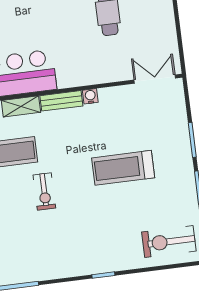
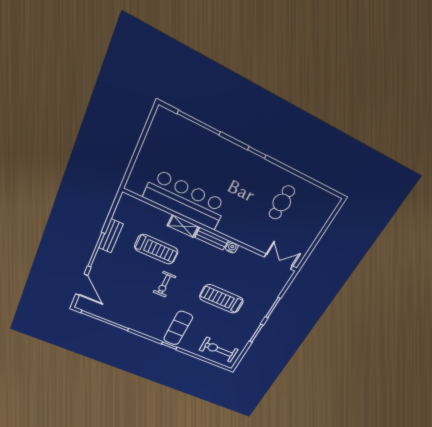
exercise mat: (98, 242) -> (178, 328), added

